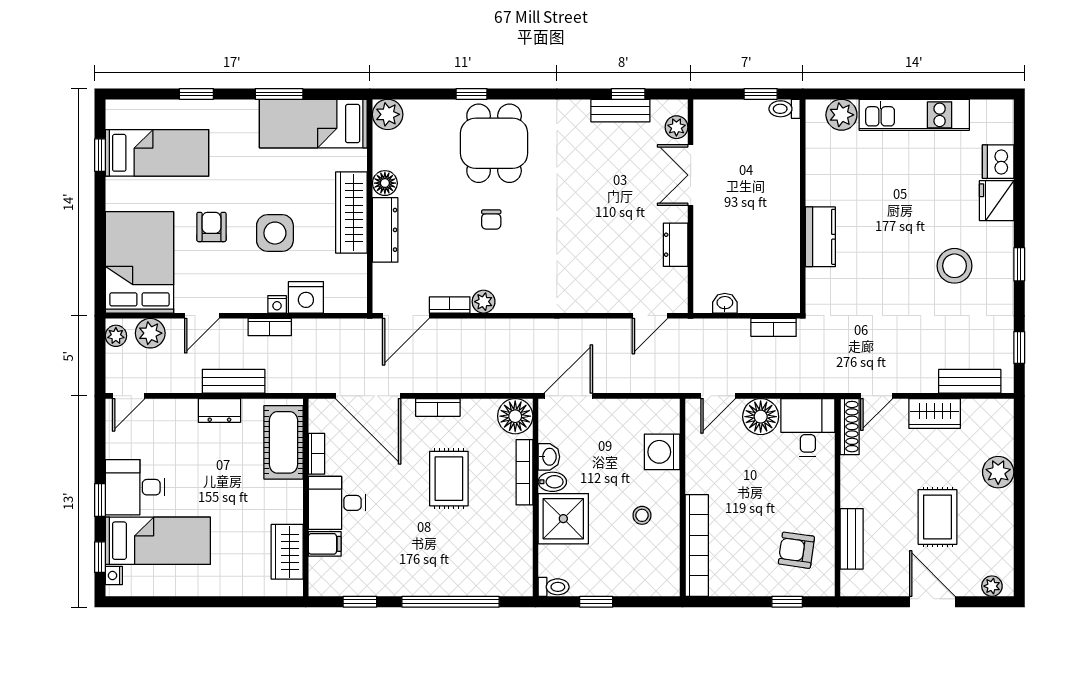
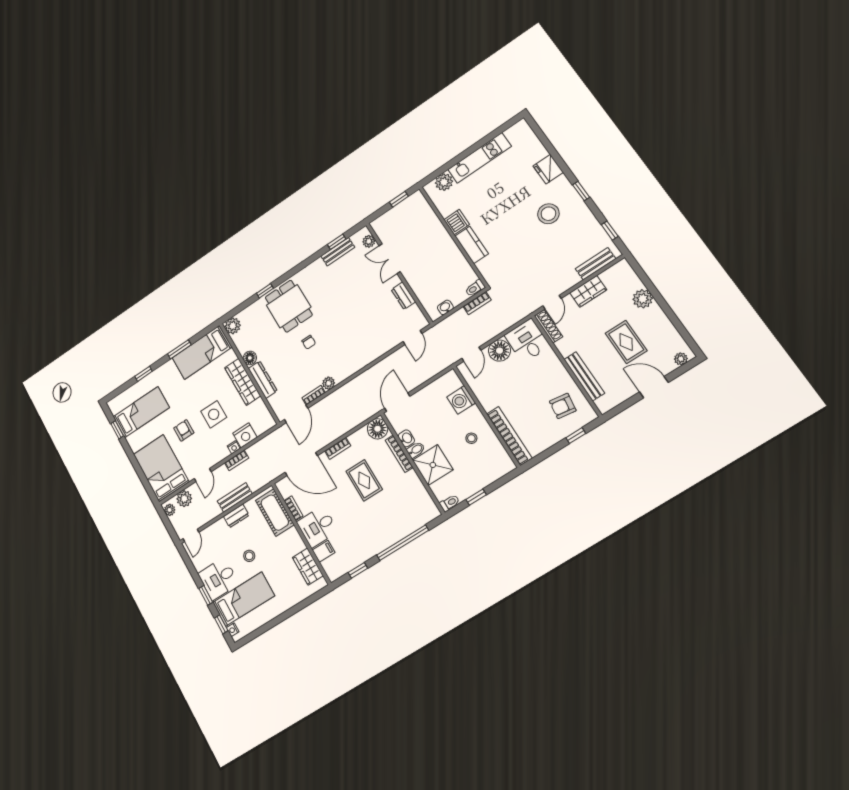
toilet: (785, 109) -> (475, 288), moved
dishwasher: (998, 162) -> (457, 222), moved, turned 180
stool: (205, 482) -> (249, 556), added
bench: (852, 539) -> (584, 376), width x1.36

